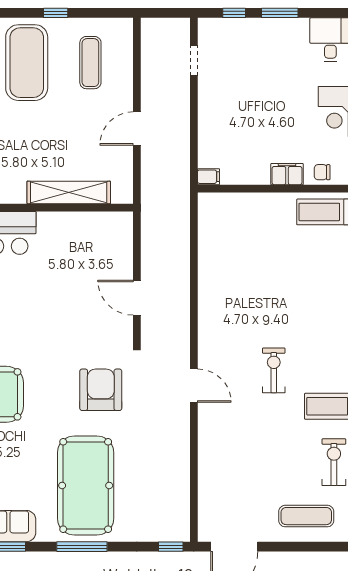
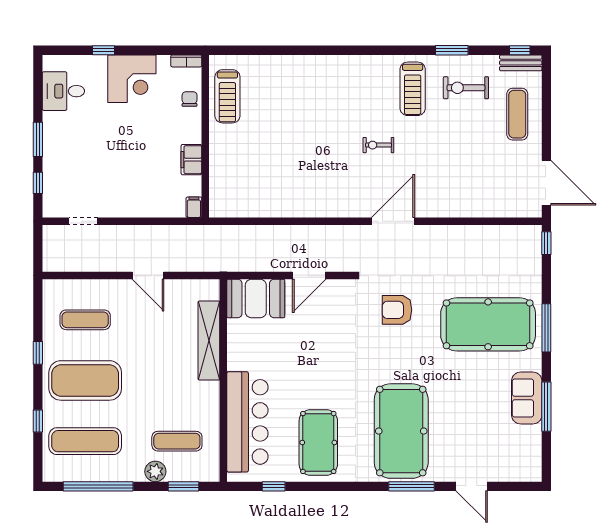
chair: (322, 172) -> (190, 99), turned 180
filing cabinet: (287, 174) -> (191, 160), moved
booth: (113, 242) -> (256, 298), added
exercise bike: (274, 370) -> (378, 145), width x0.73, depth x0.72
door: (194, 386) -> (393, 221), width x1.36
armchair: (101, 390) -> (397, 310), width x0.73, depth x0.73

